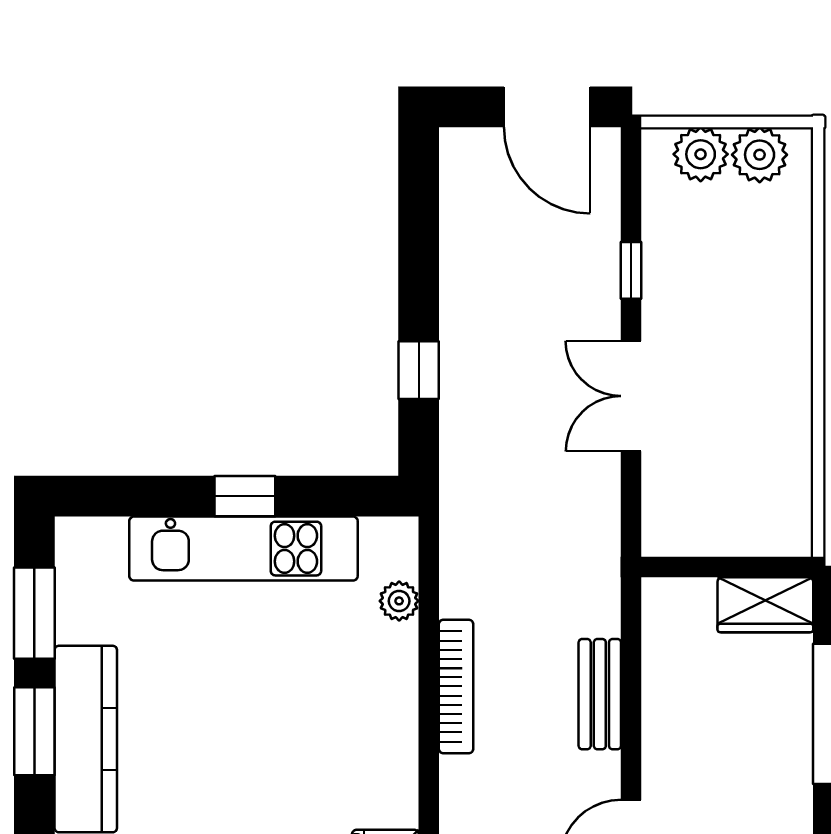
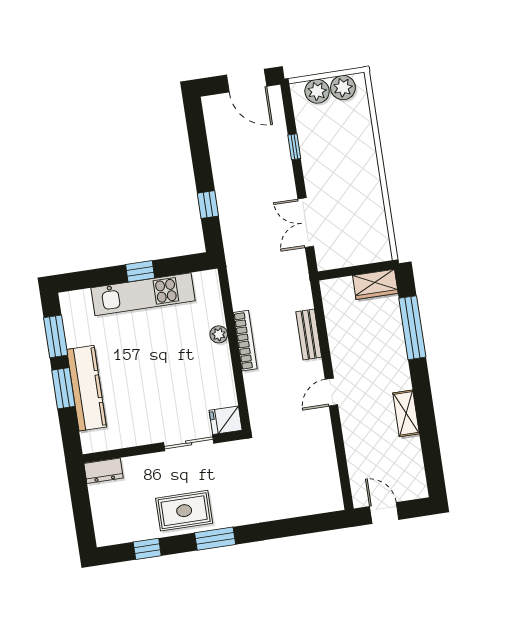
double door: (631, 396) -> (306, 223), moved
plant: (399, 601) -> (219, 334), moved

